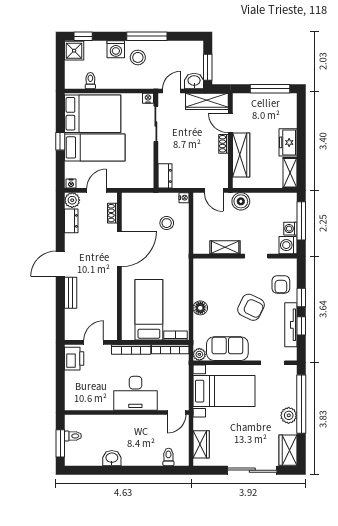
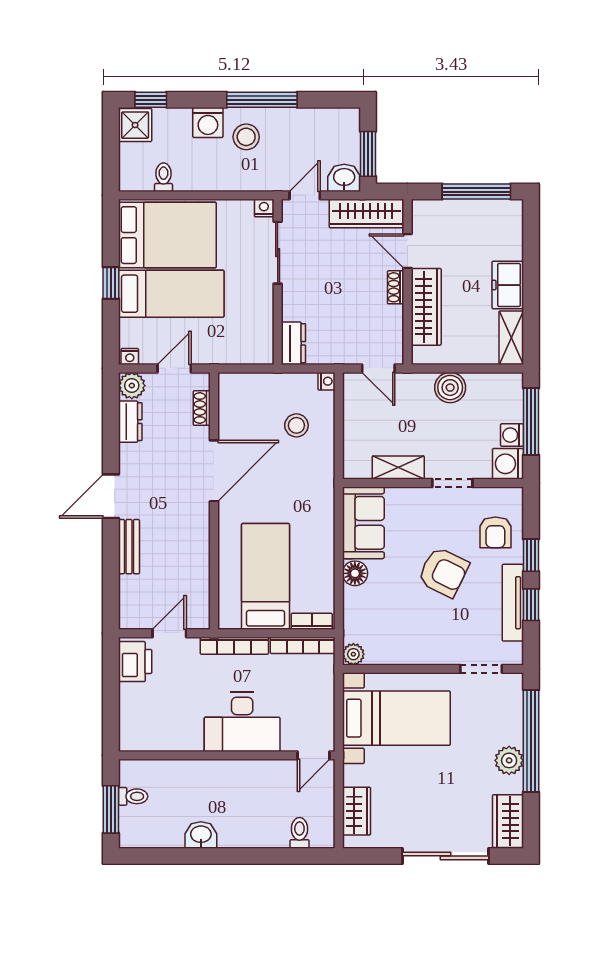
boiler: (241, 201) -> (450, 388), moved
sofa: (227, 349) -> (363, 523), moved, turned 90

